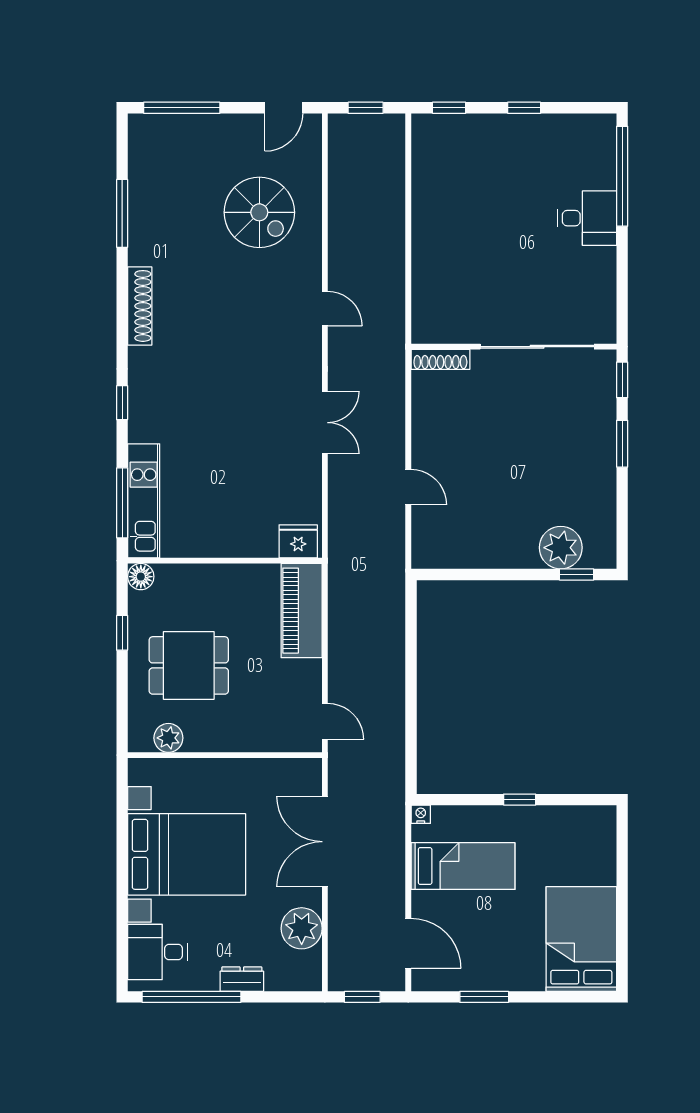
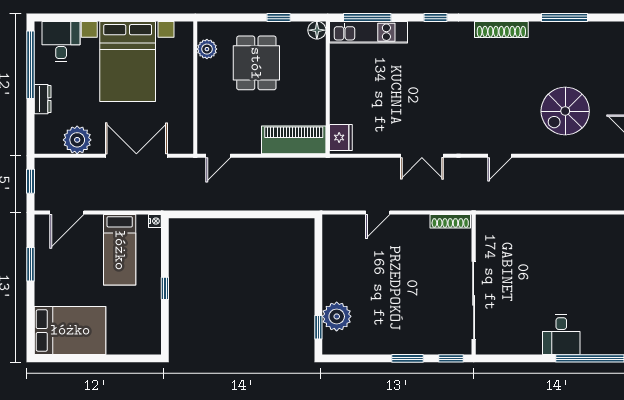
shoe rack: (440, 359) -> (450, 221), moved, turned -90

